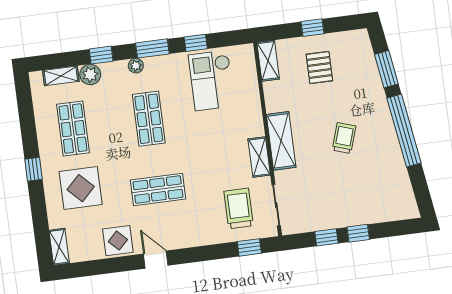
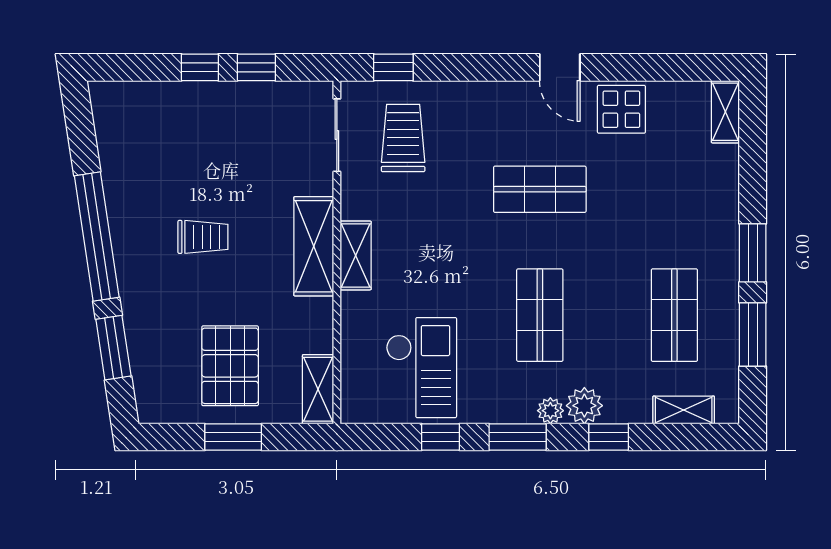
window: (313, 28) -> (233, 437), width x1.50
pallet: (319, 67) -> (230, 366), width x1.50, depth x1.42
plant: (90, 75) -> (584, 406), moved
window: (28, 123) -> (753, 334), added
trolley: (344, 138) -> (203, 237), turned -108
shelving: (259, 157) -> (356, 255), moved
window: (33, 169) -> (753, 253), width x1.50
display table: (81, 188) -> (675, 209), removed
trolley: (239, 208) -> (403, 138), turned 180

